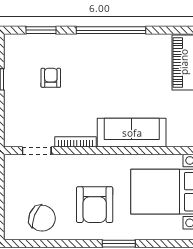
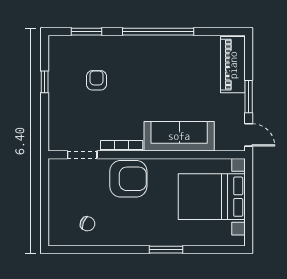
armchair: (95, 205) -> (128, 179), moved, turned -90
chair: (42, 218) -> (88, 224), width x0.54, depth x0.54

